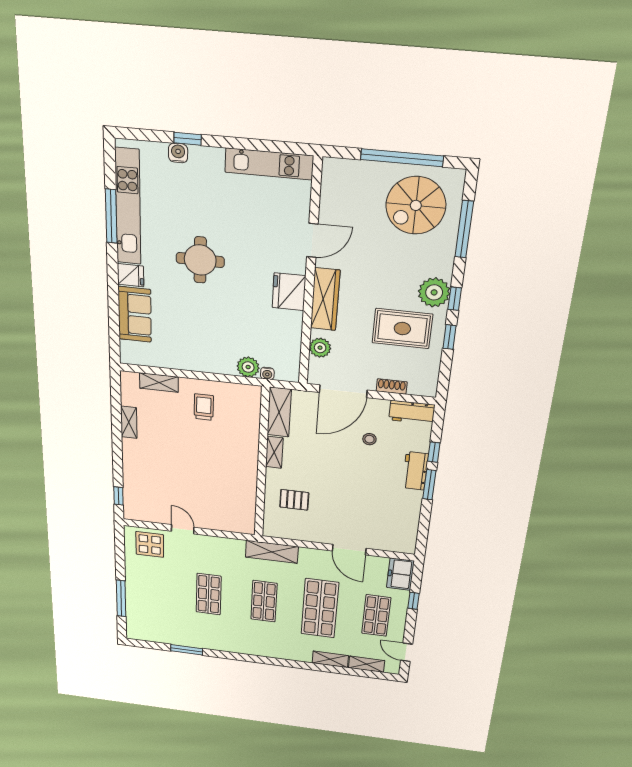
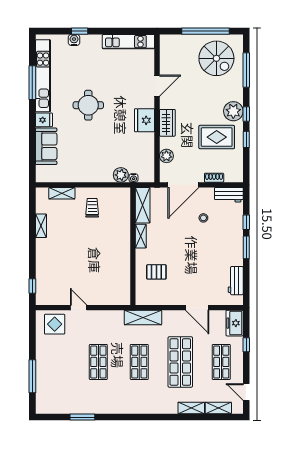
spiral stairs: (416, 205) -> (216, 58), turned -90
wardrobe: (325, 299) -> (167, 123), width x0.67
workbench: (415, 471) -> (236, 281), moved

